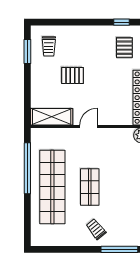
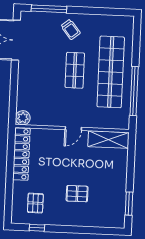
trolley: (49, 46) -> (108, 208), removed
pallet: (73, 75) -> (77, 194), moved

